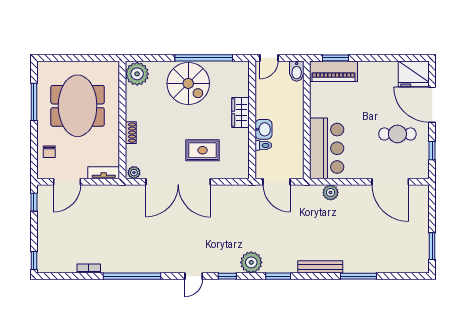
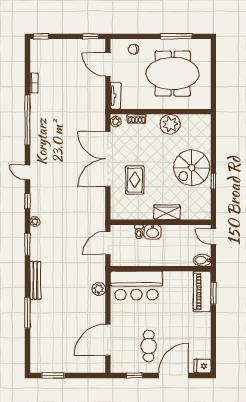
window: (204, 58) -> (213, 181), width x0.32
plant: (137, 74) -> (170, 124), moved
fridge: (414, 74) -> (203, 366), width x0.53, depth x0.75
shoe rack: (131, 133) -> (137, 119), moved
plant: (251, 262) -> (35, 221), width x0.53, depth x0.53

